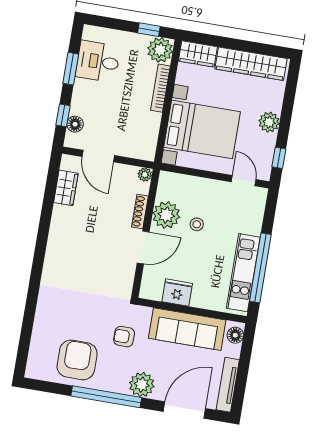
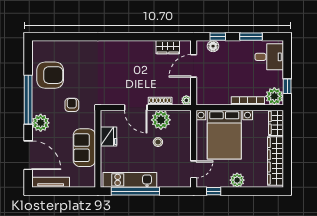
desk: (98, 61) -> (269, 57), moved, turned 90
sofa: (187, 329) -> (84, 148), width x0.73
floor lamp: (235, 335) -> (86, 182), removed

